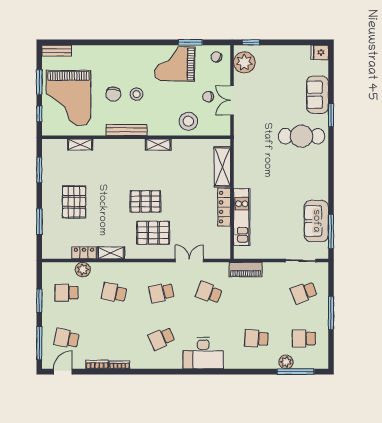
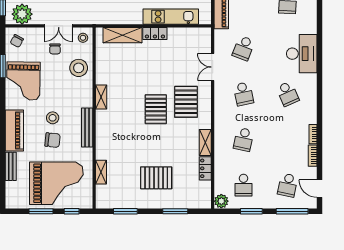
bench: (57, 51) -> (11, 166), moved
piano: (123, 54) -> (14, 131), added
stool: (220, 126) -> (83, 38), added
locker: (224, 207) -> (155, 33), width x0.66
plant: (83, 270) -> (221, 201), moved

